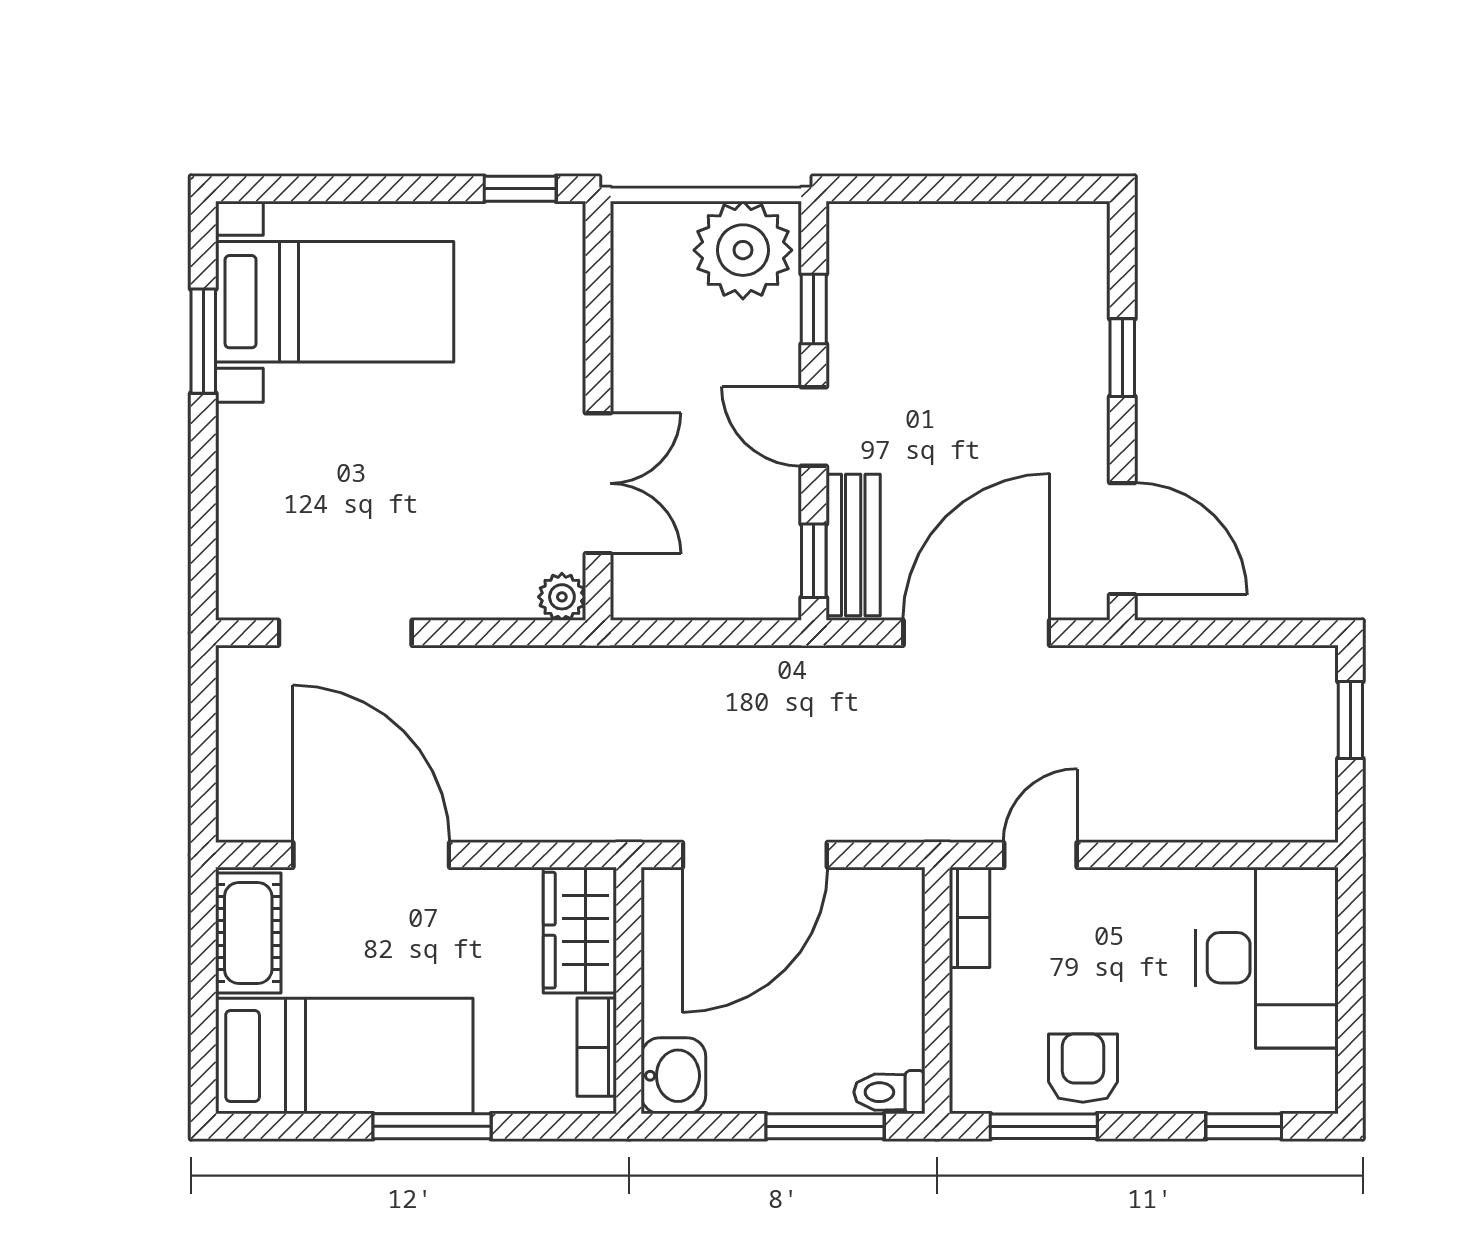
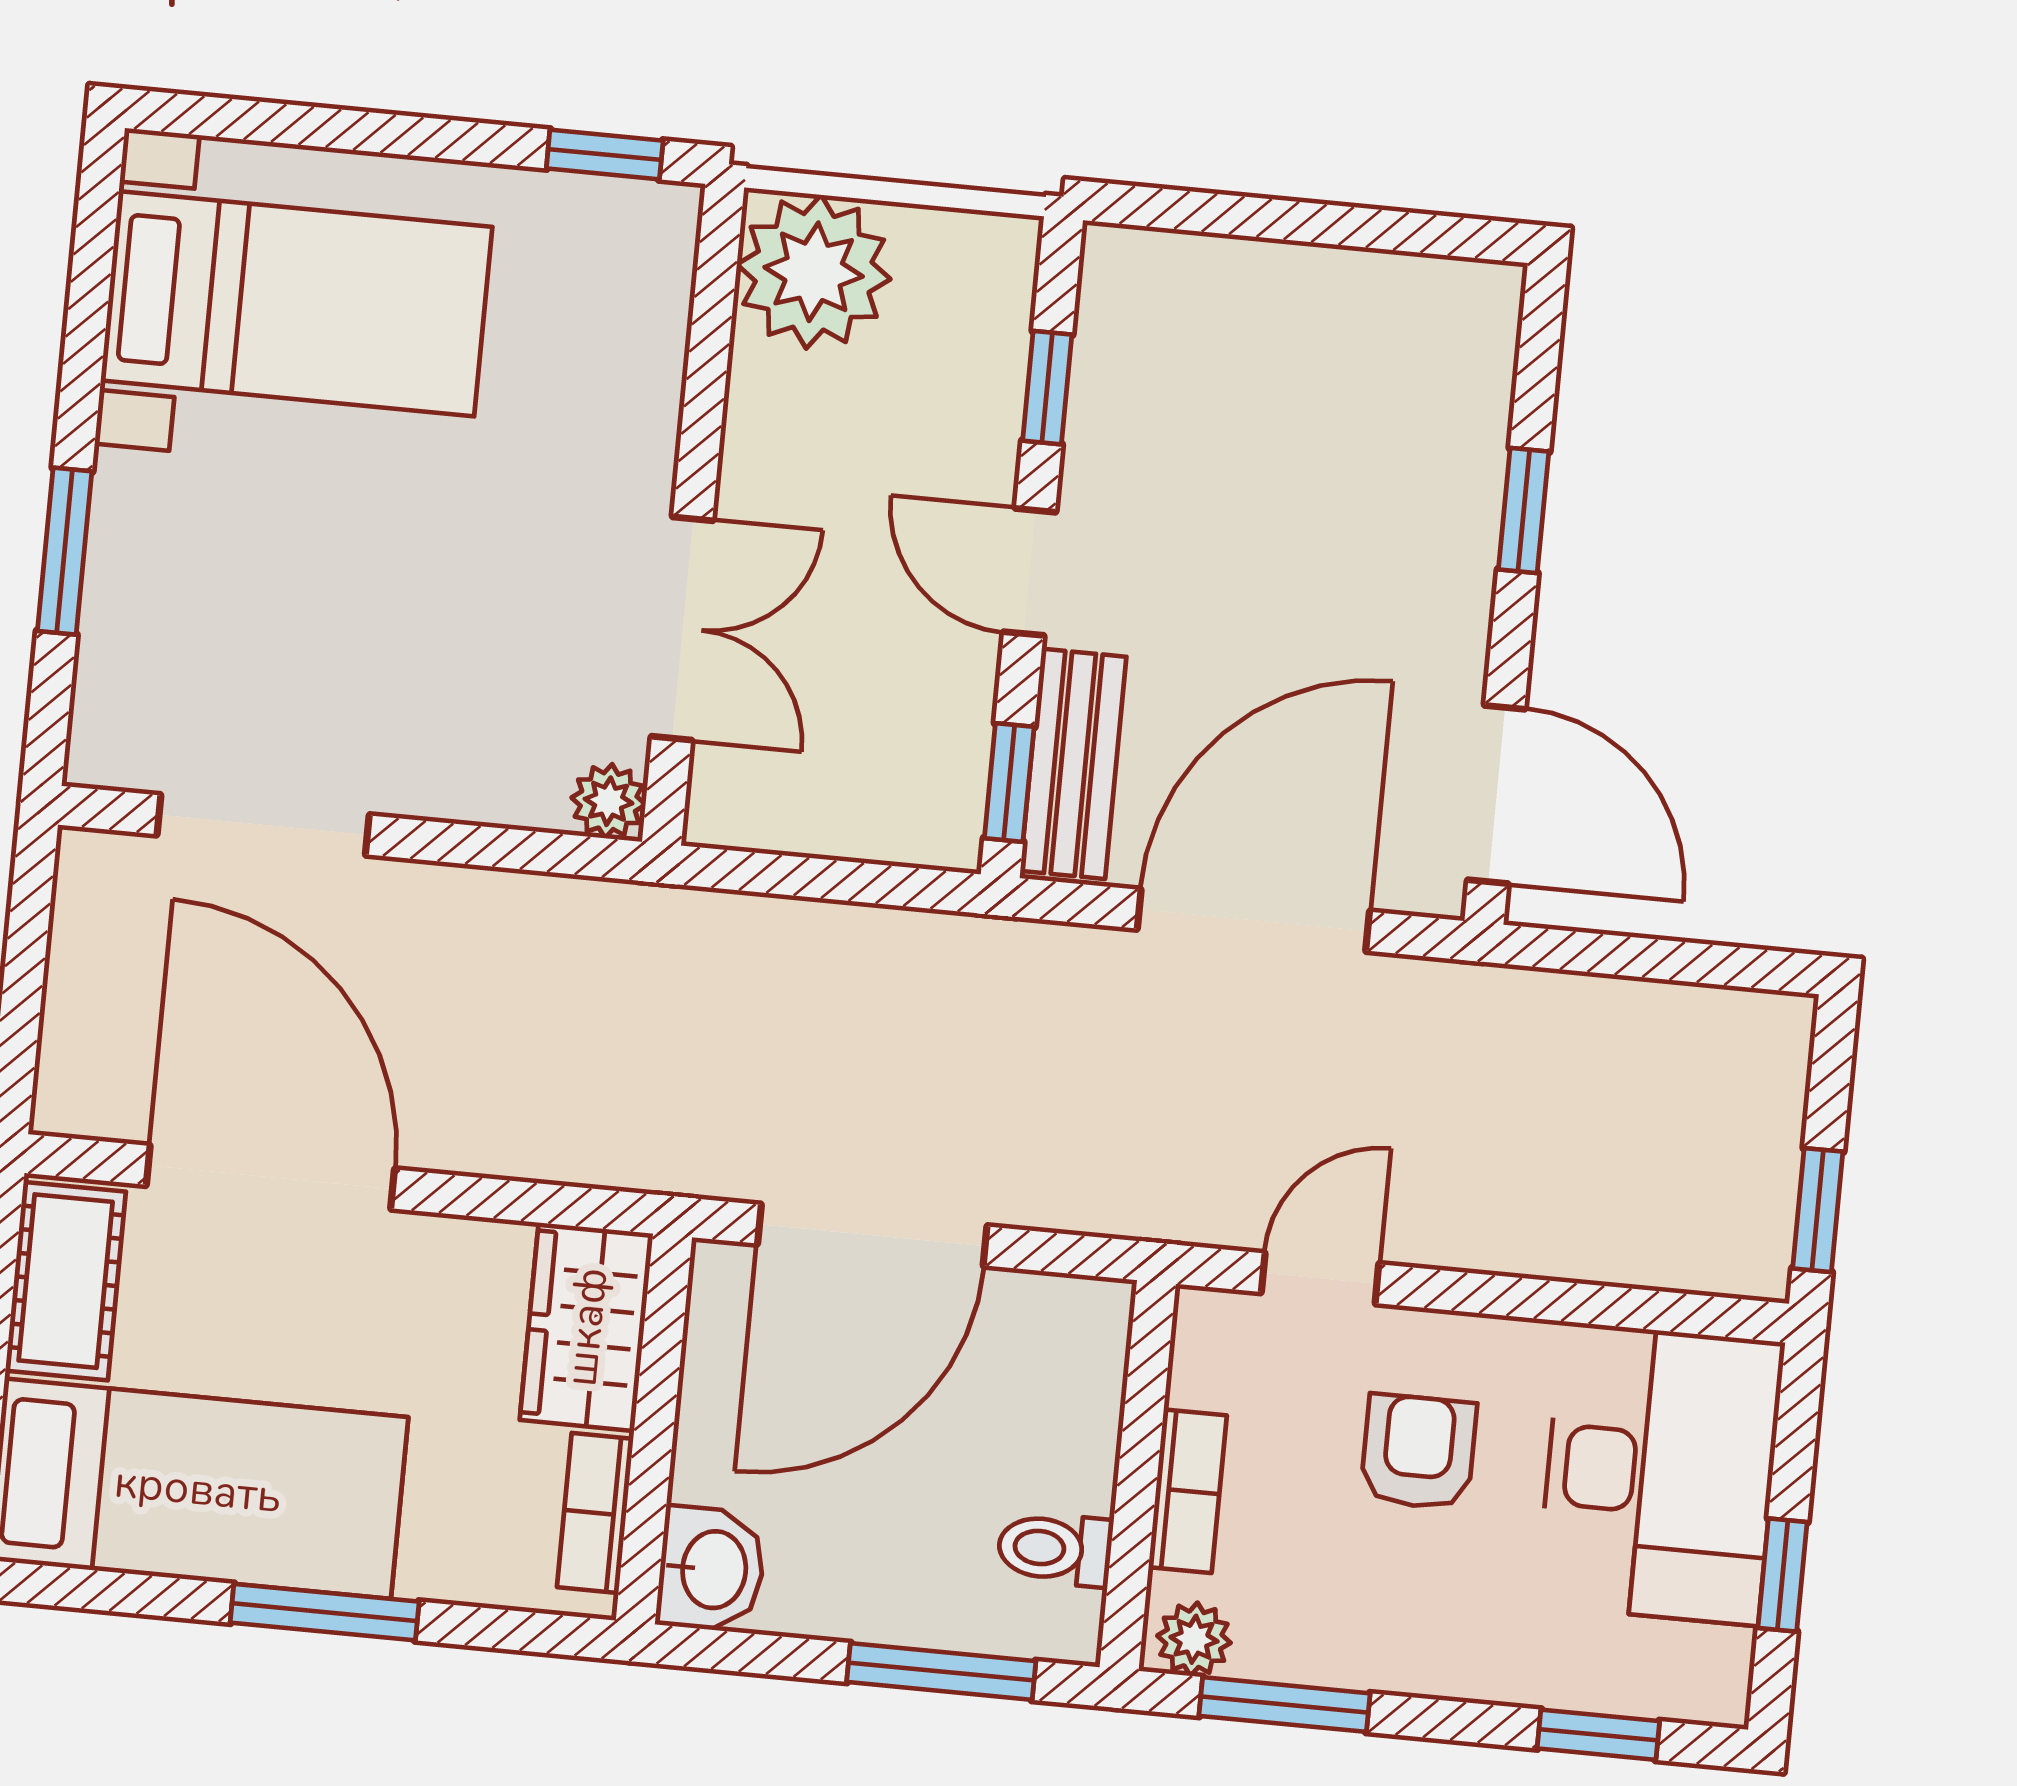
plant: (743, 250) -> (814, 272), moved
window: (203, 341) -> (65, 551), moved
window: (1350, 720) -> (1818, 1210), moved
bookcase: (970, 917) -> (1188, 1491), moved
window: (1350, 1014) -> (1783, 1575), added
armchair: (1083, 1068) -> (1418, 1452), moved
plant: (983, 1091) -> (1194, 1639), added
toilet: (889, 1092) -> (1055, 1549), moved

